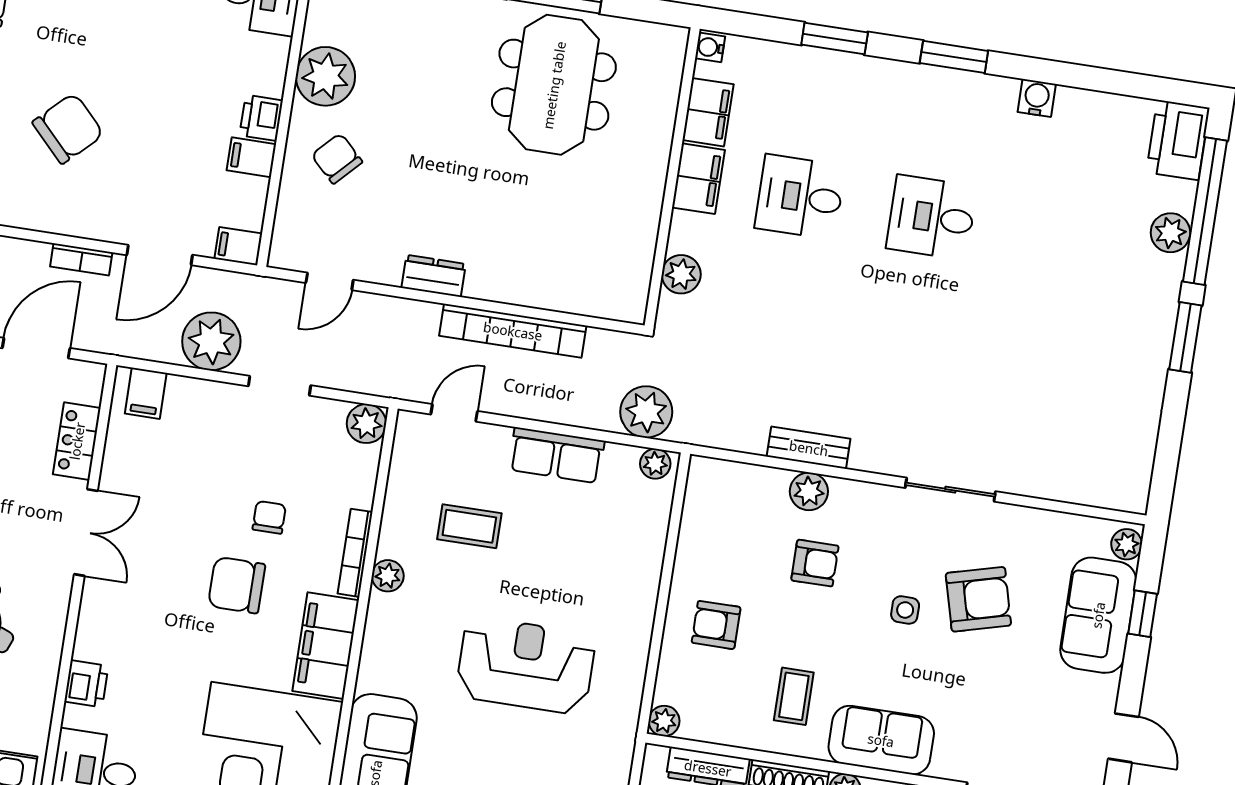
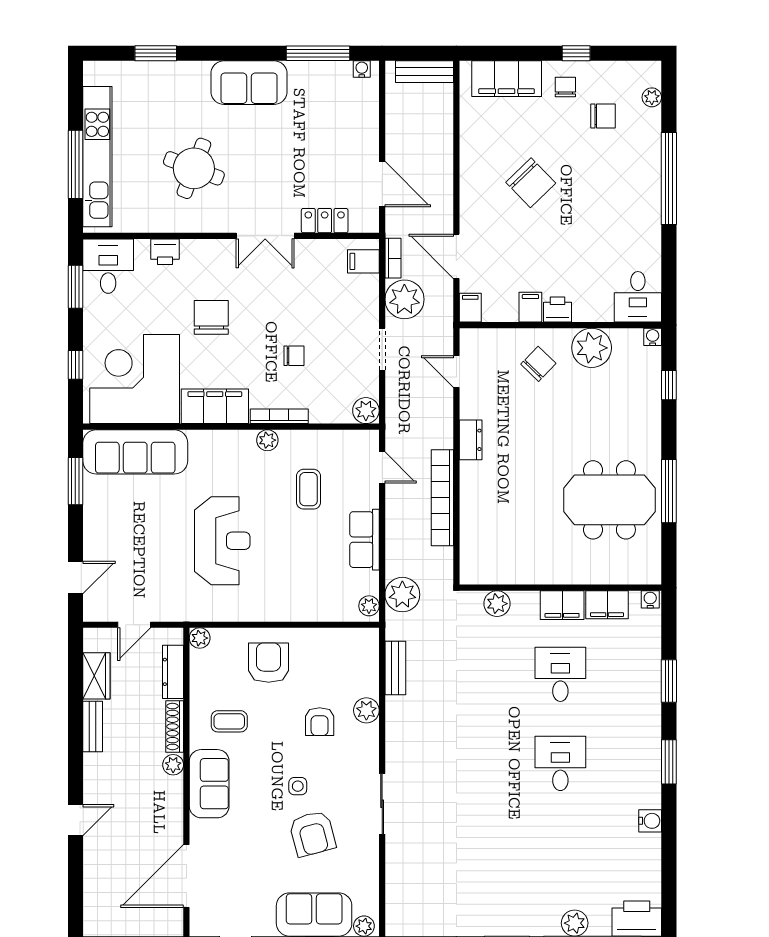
bookcase: (81, 259) -> (393, 258), moved, turned 180
bench: (809, 448) -> (395, 668), moved
chair: (237, 585) -> (211, 317), moved
armchair: (716, 625) -> (269, 663), width x1.38, depth x1.38

